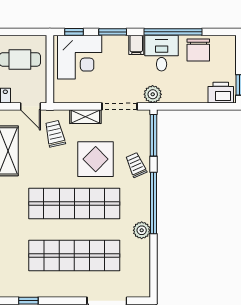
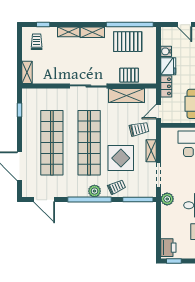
plant: (142, 230) -> (94, 191), moved
door: (153, 266) -> (44, 200), added

